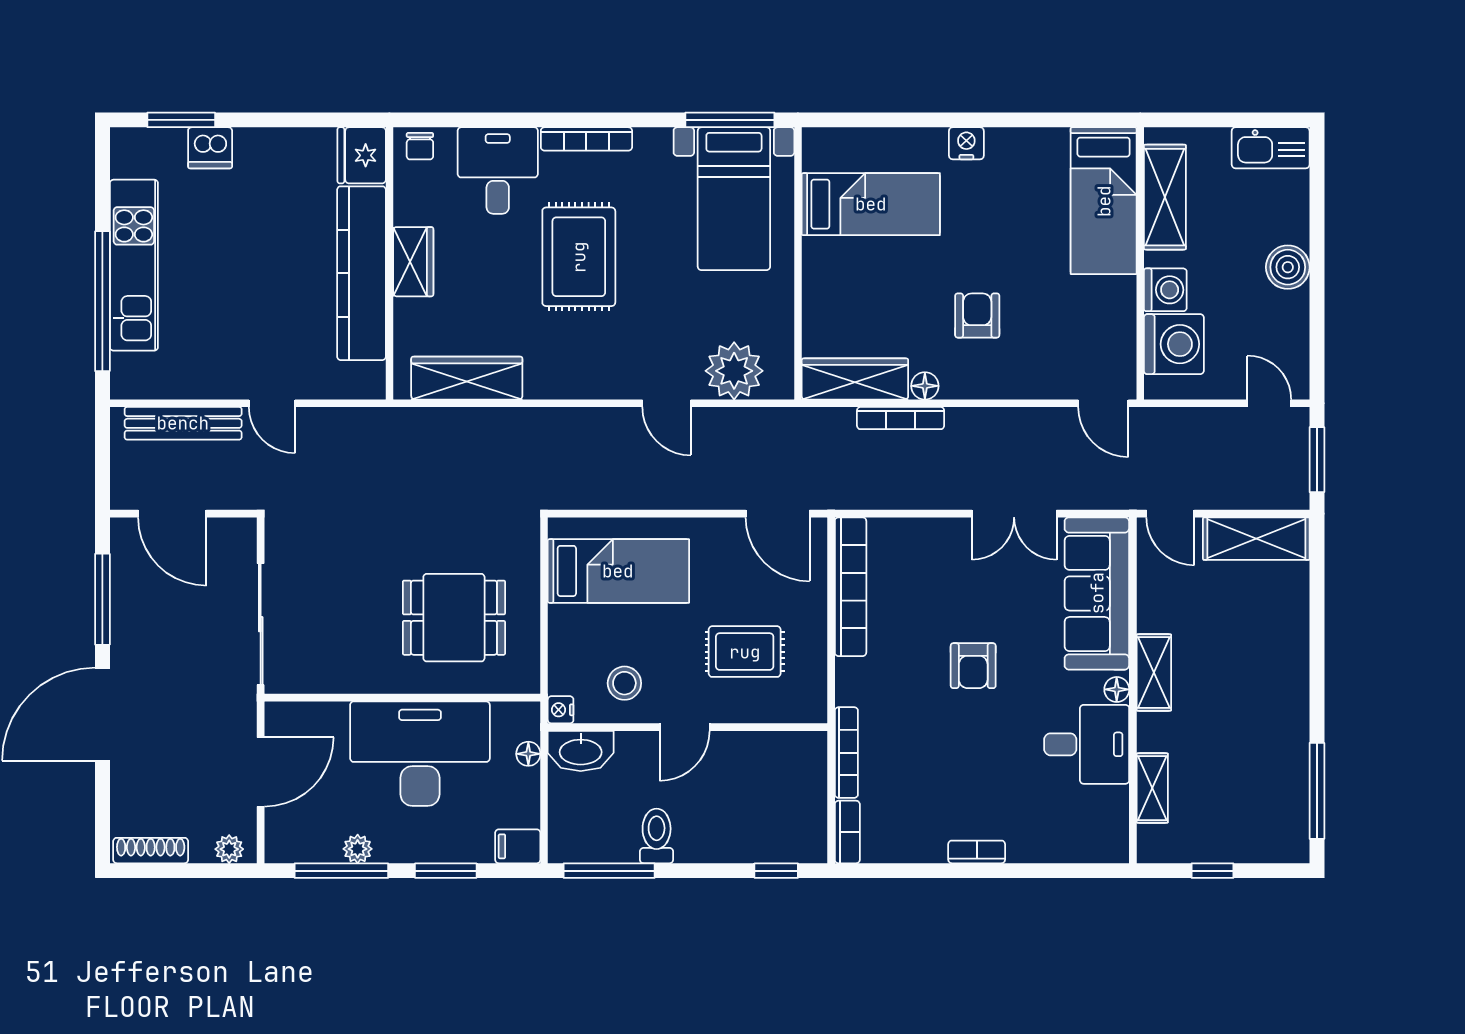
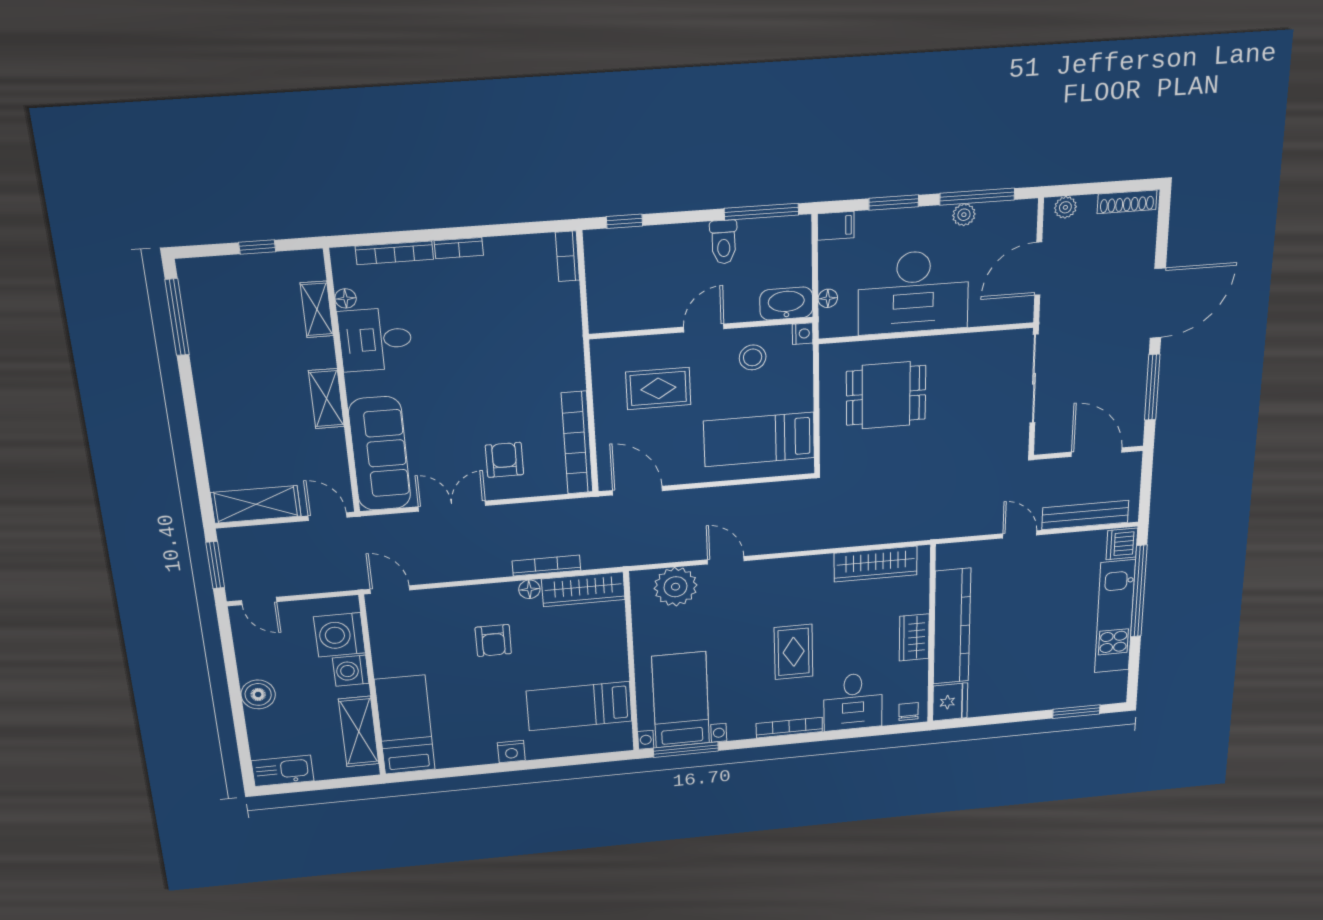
dishwasher: (210, 148) -> (1122, 544), moved, turned -90
rug: (579, 257) -> (794, 652), width x0.73, depth x0.70
armchair: (973, 666) -> (504, 460), moved
floor lamp: (1117, 689) -> (346, 298), moved
bookcase: (846, 753) -> (394, 253), moved, turned -90

